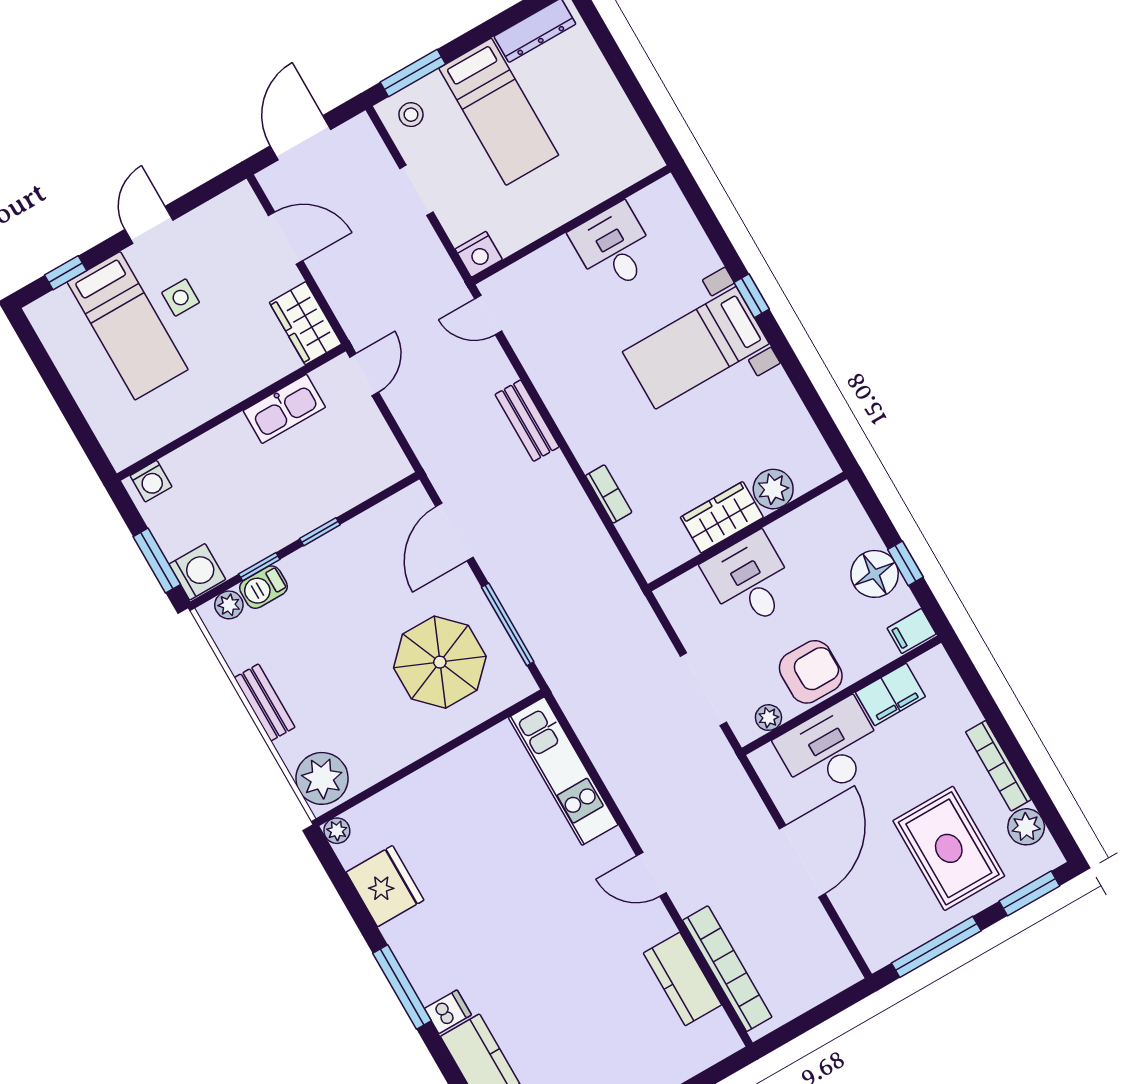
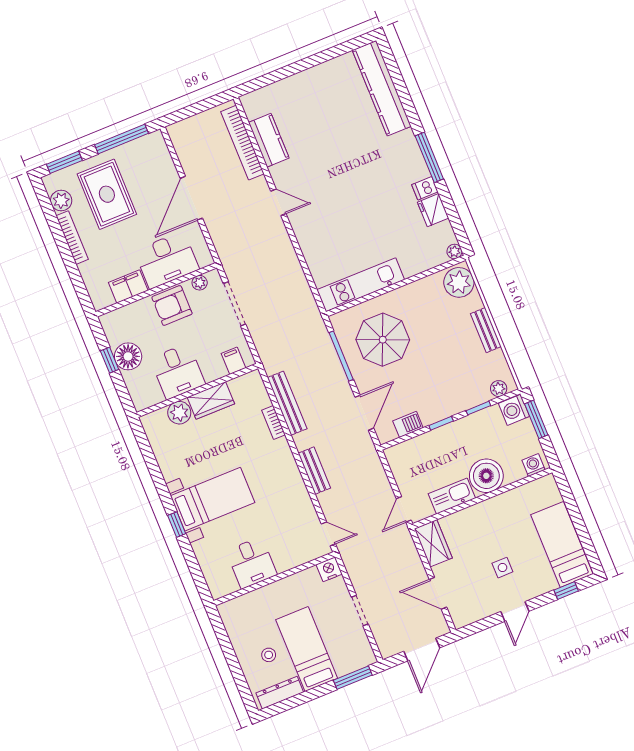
stool: (411, 115) -> (269, 655), moved
bed: (128, 326) -> (562, 544), moved
boiler: (230, 452) -> (486, 476), added
bench: (590, 530) -> (287, 403), added
desk: (750, 581) -> (178, 371), moved
barbecue: (263, 587) -> (408, 424), moved
filing cabinet: (912, 631) -> (234, 361), moved, turned -90
kitchen unit: (563, 771) -> (361, 285), moved, turned -90
fridge: (385, 886) -> (433, 210), width x0.73, depth x0.75
dishwasher: (448, 1012) -> (425, 188), moved

